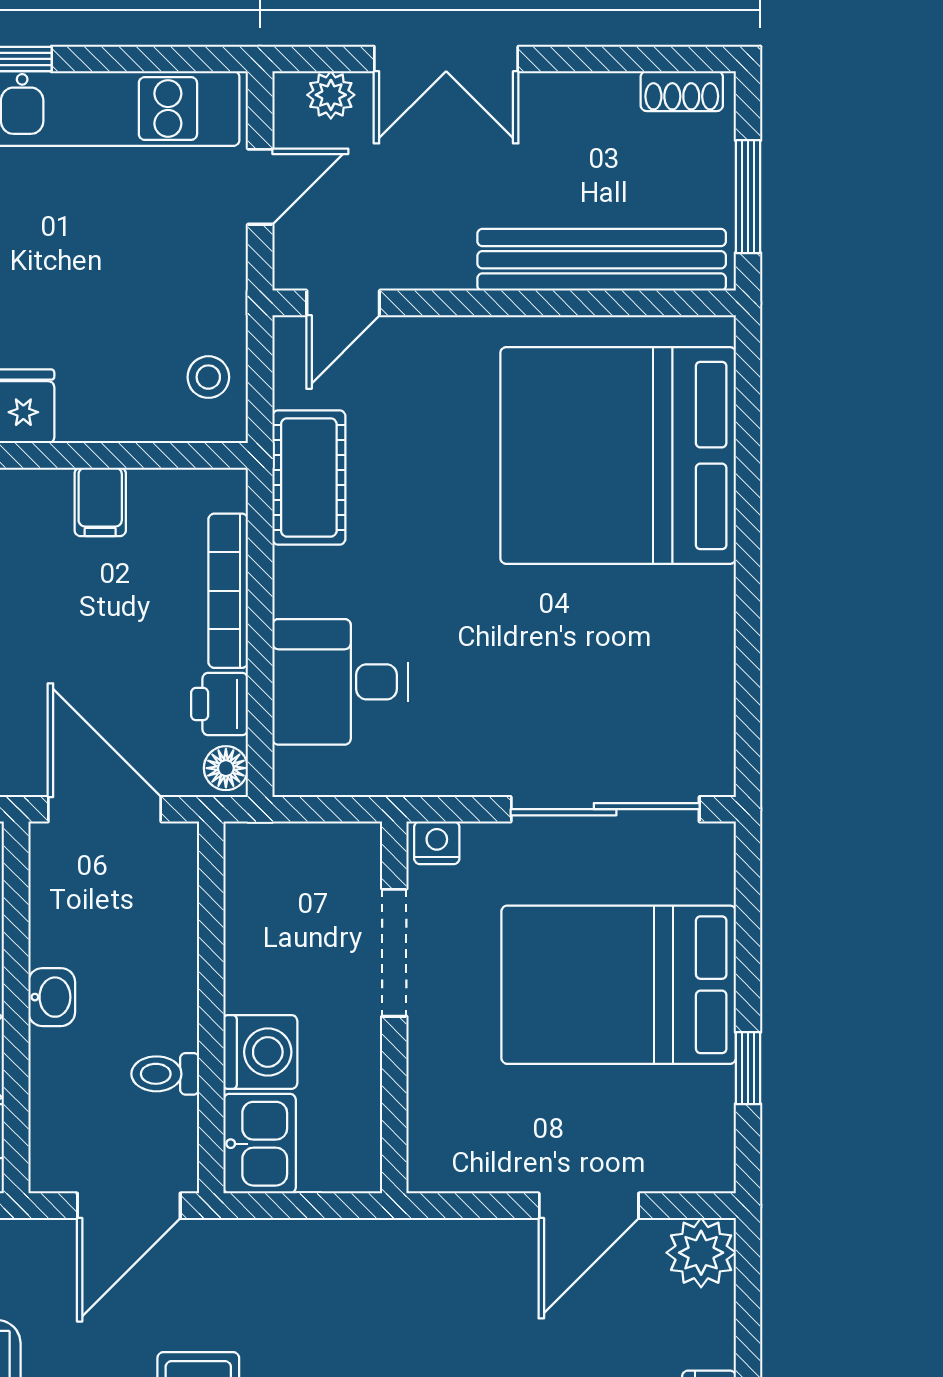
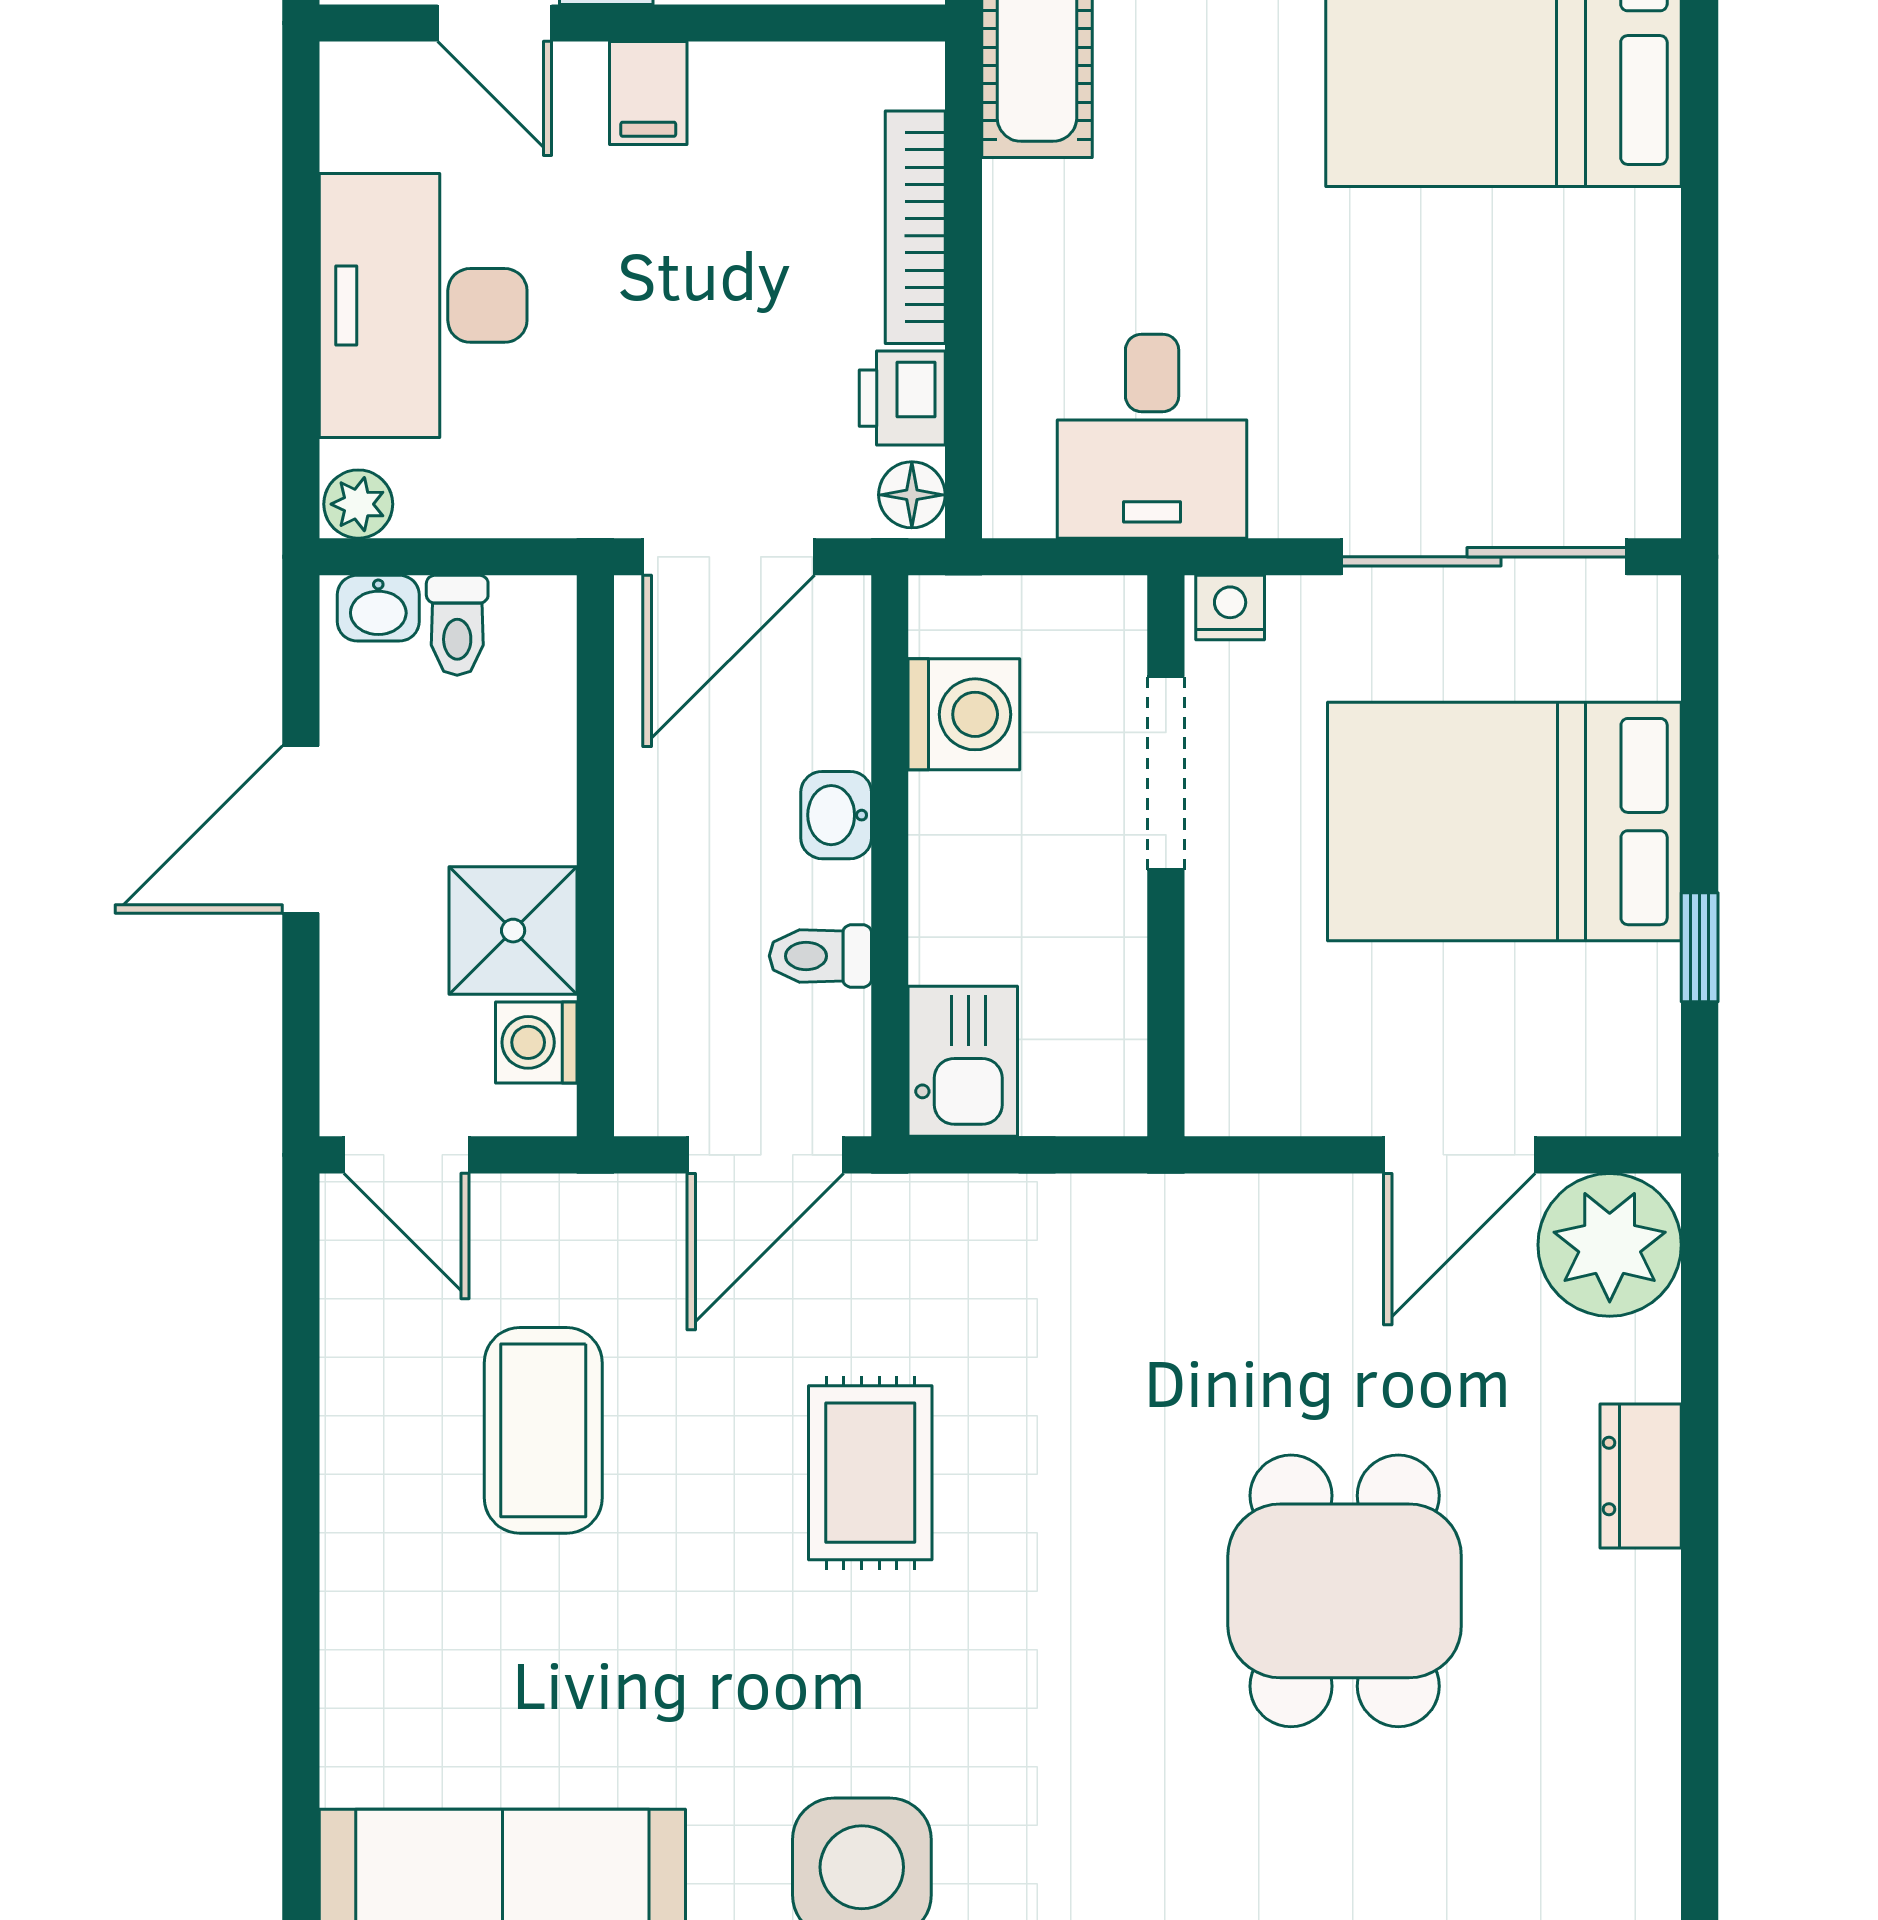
filing cabinet: (100, 502) -> (648, 93), moved
desk: (340, 682) -> (1152, 436), moved, turned -90
door: (105, 809) -> (729, 557), swing flipped
washbasin: (52, 997) -> (836, 815), moved, turned 180
washing machine: (260, 1052) -> (964, 714), moved
plant: (701, 1253) -> (1610, 1245), width x1.36, depth x1.36

